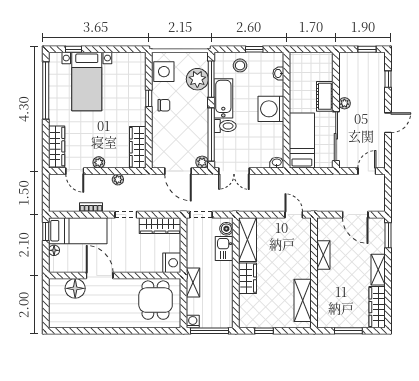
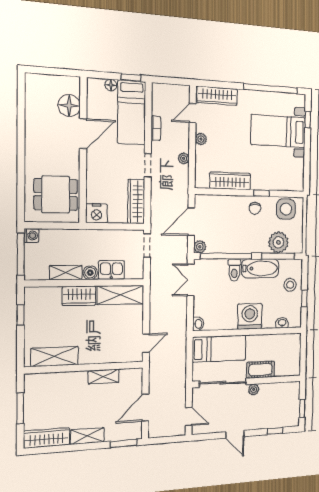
wardrobe: (138, 147) -> (230, 181), moved
boiler: (226, 229) -> (90, 273), moved
shelving: (193, 282) -> (66, 273), moved

